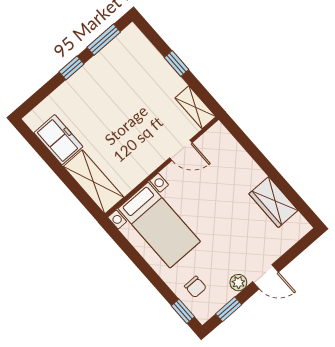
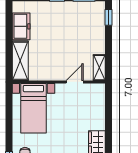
window: (177, 64) -> (108, 17), moved
door: (181, 150) -> (75, 82), swing flipped

